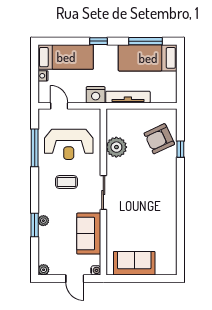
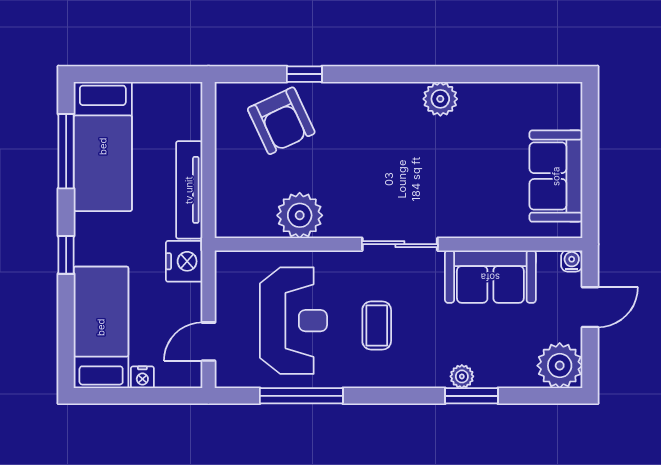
plant: (169, 211) -> (440, 99), added
plant: (44, 270) -> (560, 366), width x1.87, depth x1.87

